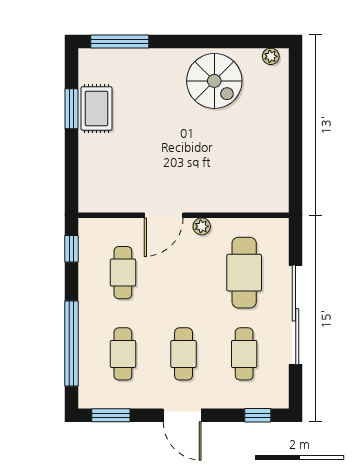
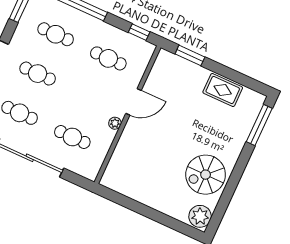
plant: (271, 56) -> (200, 216), width x1.87, depth x1.87
window: (72, 109) -> (190, 55), moved
door: (164, 215) -> (134, 102), swing flipped
cafe table: (244, 273) -> (72, 137), width x0.73, depth x0.74

